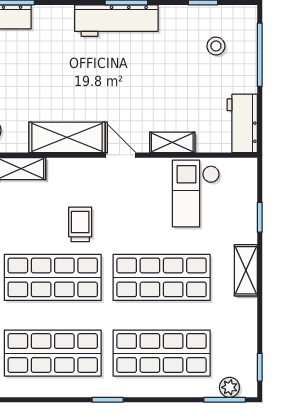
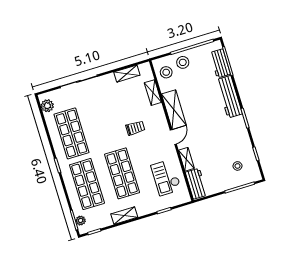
workbench: (116, 21) -> (229, 97), moved
workbench: (242, 123) -> (196, 184), moved, turned 90
checkout: (196, 194) -> (166, 178), turned -90
shelving: (246, 270) -> (124, 216), moved
shop shelf: (53, 277) -> (107, 123), removed

